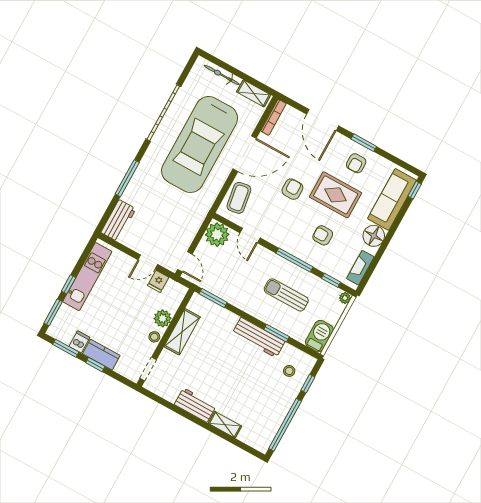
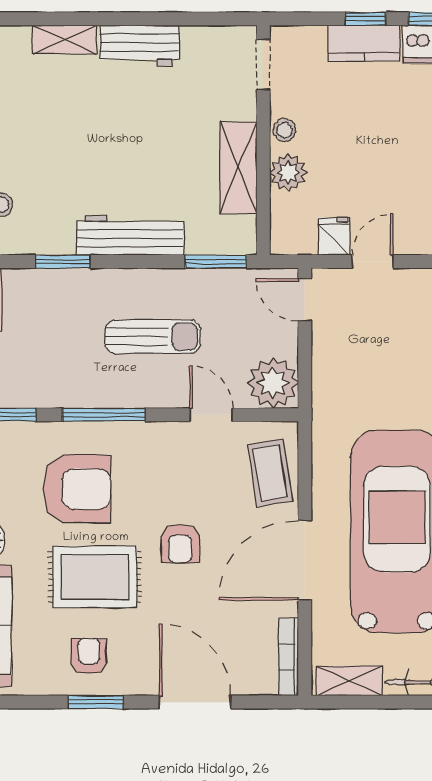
armchair: (323, 235) -> (77, 489), width x1.88, depth x1.88
sun lounger: (286, 295) -> (153, 337), moved
workbench: (259, 337) -> (130, 235), moved

